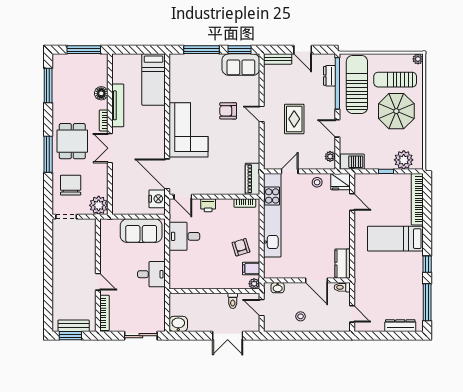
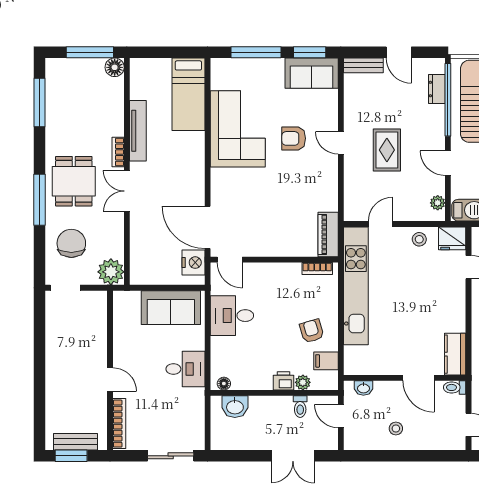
floor lamp: (101, 93) -> (115, 67), moved
corner sofa: (189, 130) -> (238, 129), moved
printer: (208, 205) -> (283, 381), moved, turned 180
plant: (254, 284) -> (303, 382), moved
floor lamp: (179, 285) -> (224, 384), added
washbasin: (178, 324) -> (235, 407), moved, turned 180

